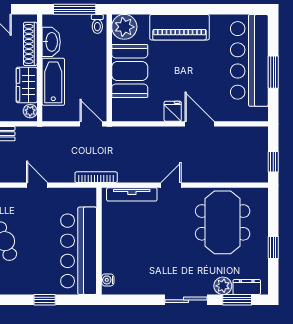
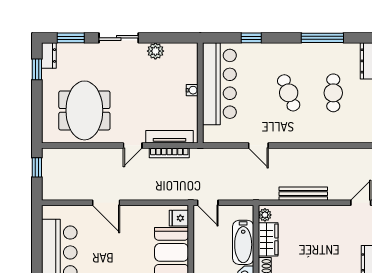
window: (273, 72) -> (37, 251), removed
fridge: (173, 111) -> (179, 218), moved, turned 90
bookcase: (96, 177) -> (169, 153), moved
window: (273, 247) -> (37, 69), moved
water cooler: (108, 280) -> (192, 90), moved
plant: (223, 286) -> (155, 51), moved
dresser: (247, 287) -> (49, 56), moved, turned -90

